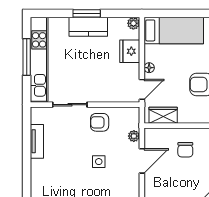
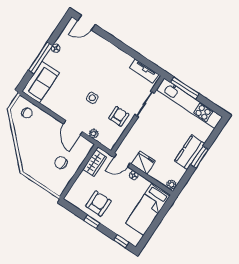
fridge: (130, 51) -> (143, 162), moved
window: (27, 57) -> (185, 88), moved
door: (142, 89) -> (122, 160), hinge flipped
tv unit: (37, 141) -> (144, 71), moved

